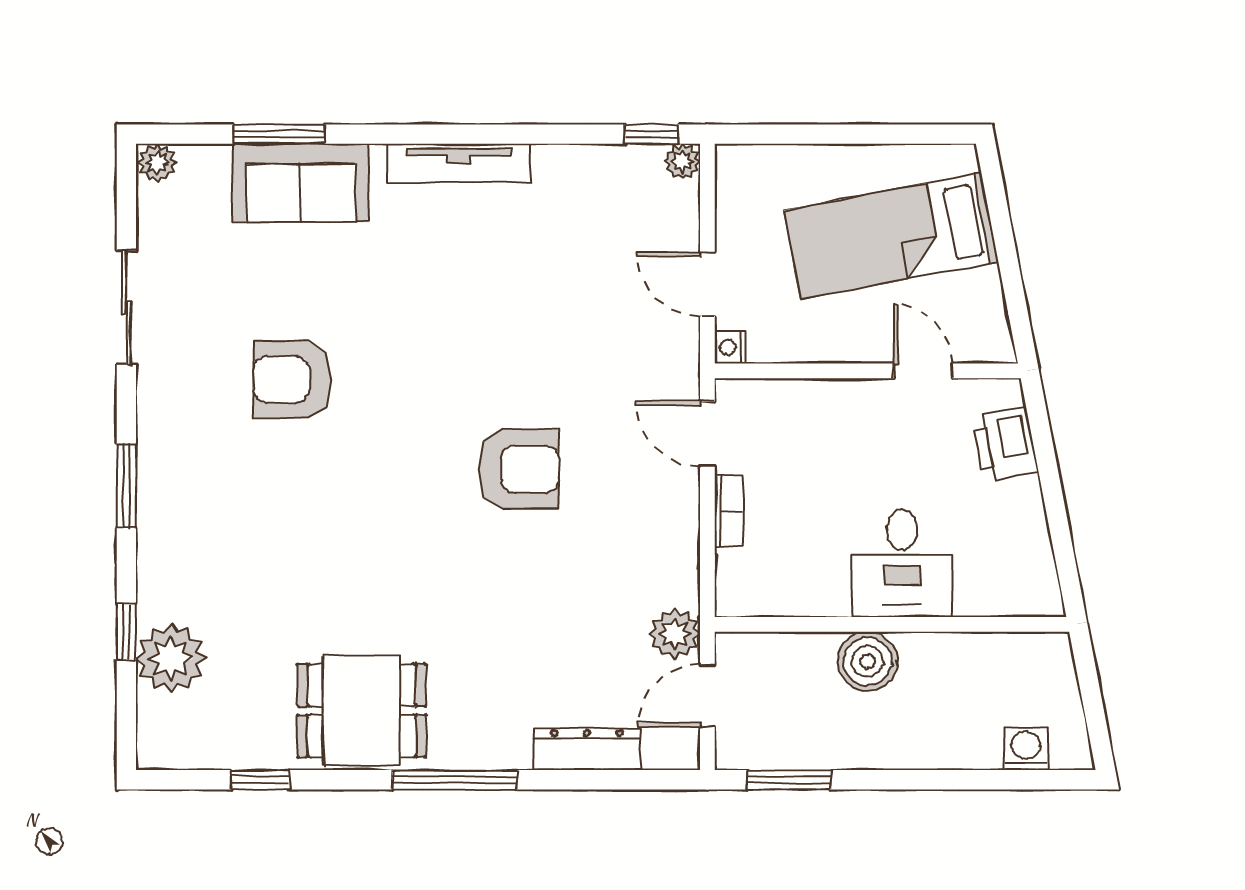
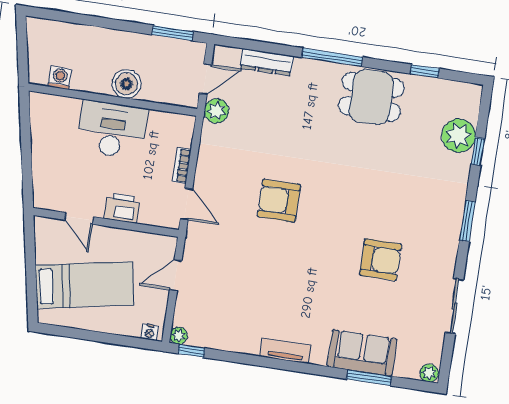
tv unit: (459, 163) -> (286, 351), width x0.71
door: (707, 284) -> (176, 275), swing flipped
nightstand: (730, 347) -> (150, 332), moved, turned 90
printer: (1005, 444) -> (122, 208), moved, turned -79
desk: (902, 563) -> (112, 130), width x1.37
washing machine: (1026, 749) -> (60, 78), moved, turned 180

